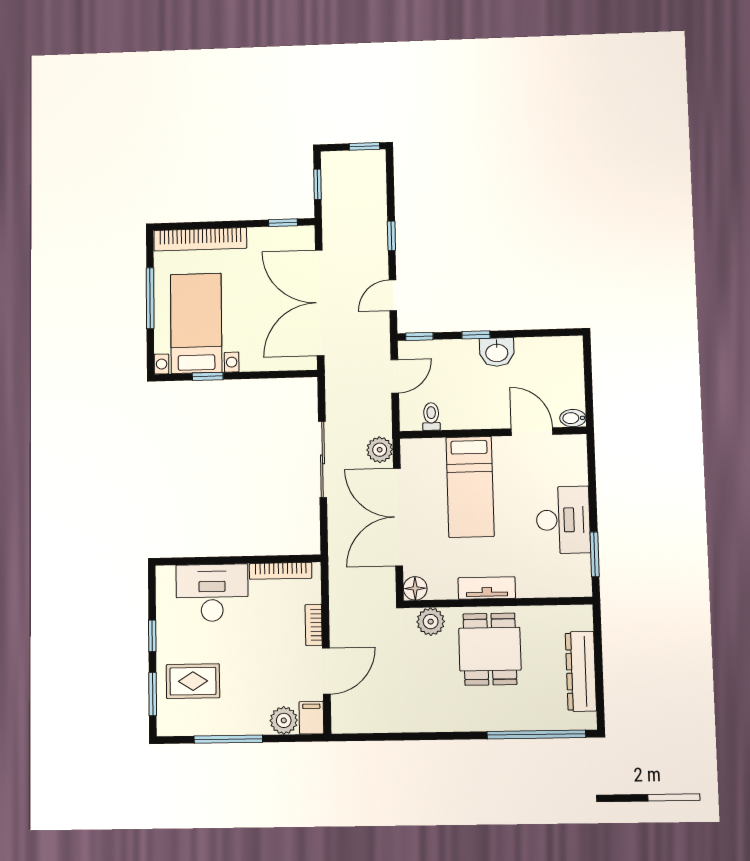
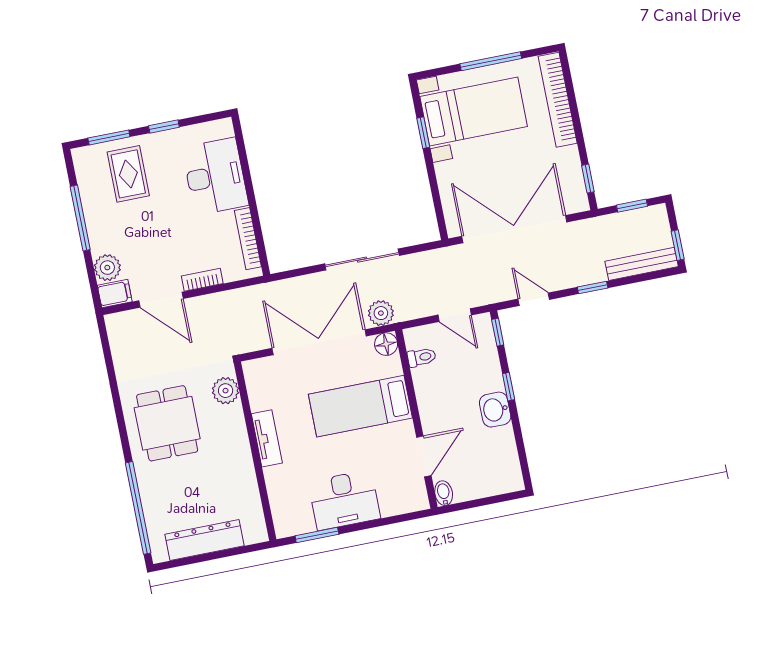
bench: (377, 184) -> (642, 264), added
floor lamp: (415, 588) -> (386, 344), moved
dining table: (490, 649) -> (167, 423), moved, turned 90

